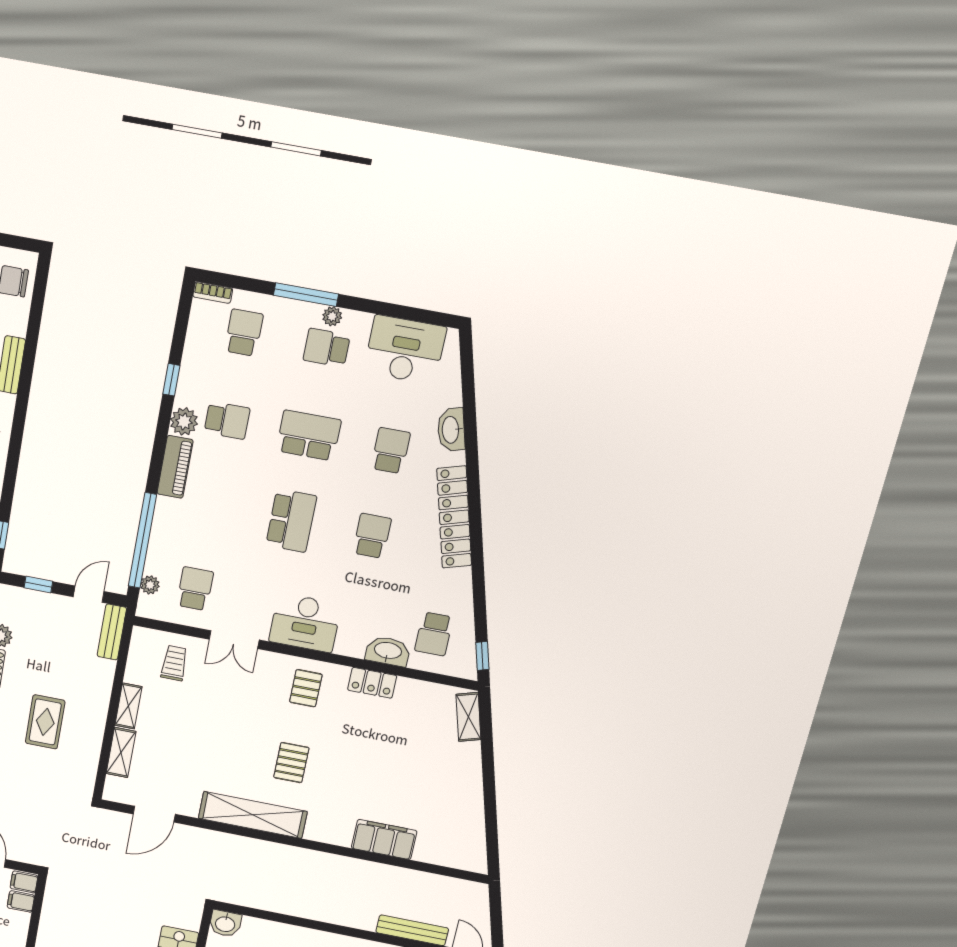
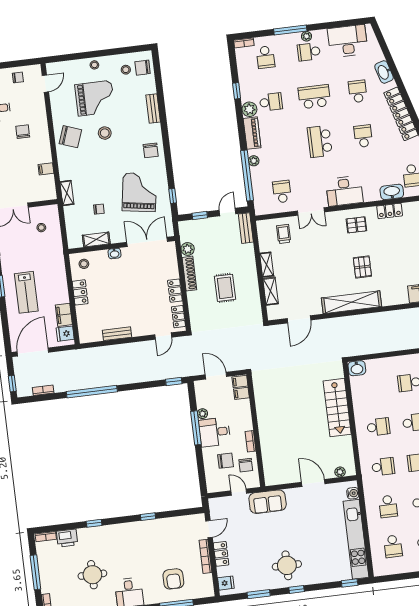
school desk: (244, 333) -> (265, 57), turned 180
school desk: (291, 521) -> (320, 141), turned 180
plant: (150, 585) -> (254, 161), moved
pallet: (306, 688) -> (356, 225), turned 90

